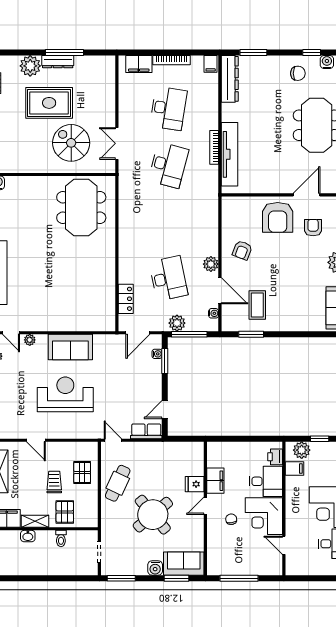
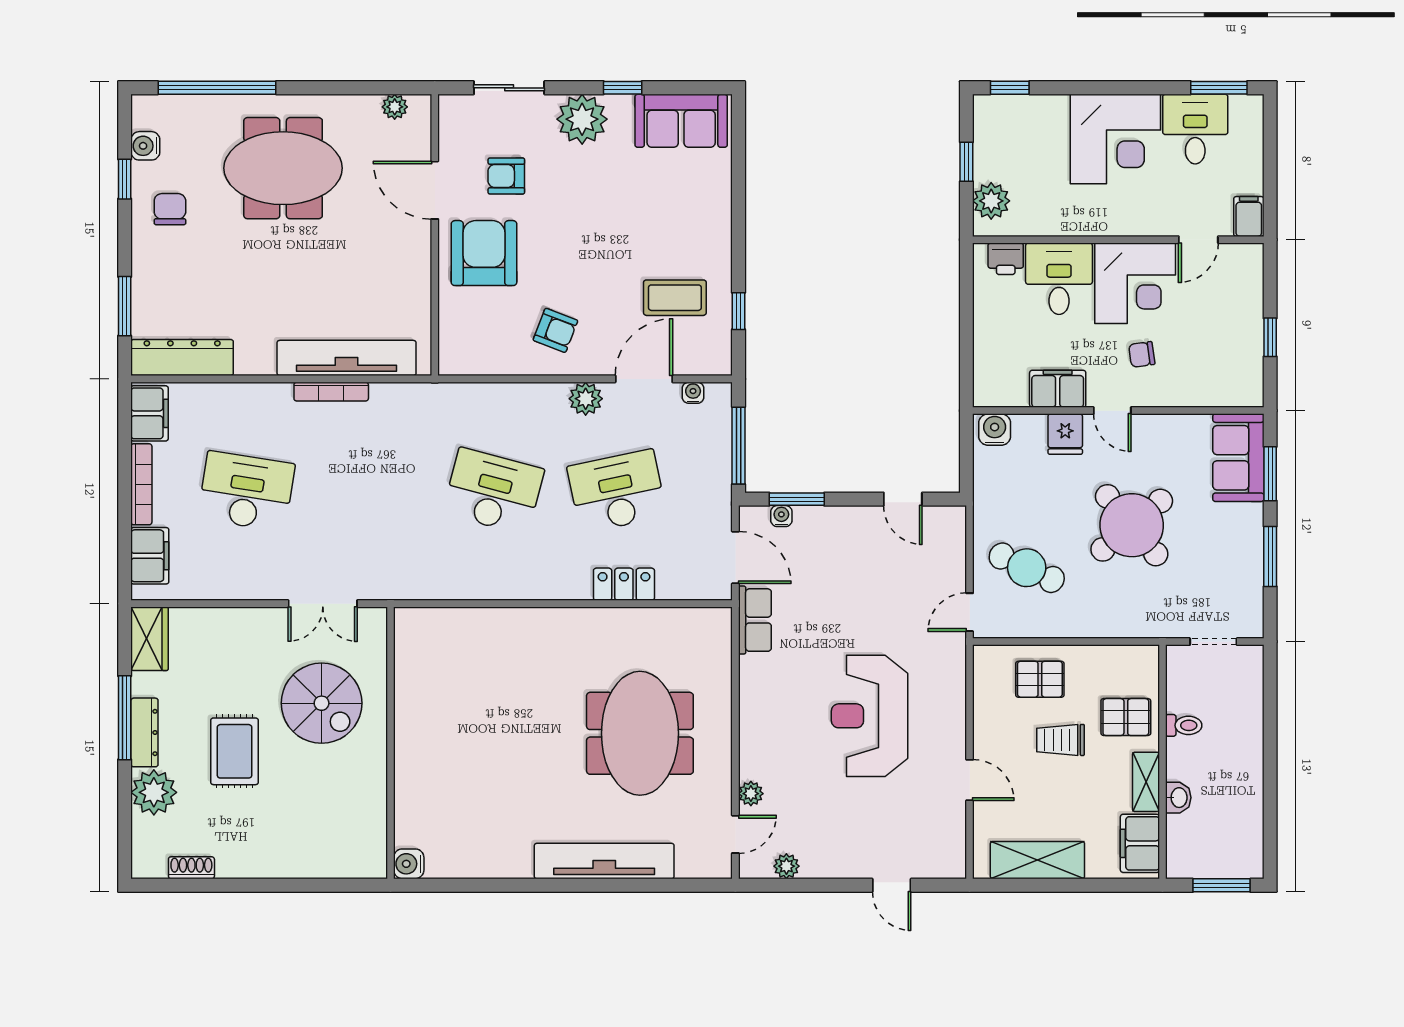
wardrobe: (101, 64) -> (150, 639), added
filing cabinet: (211, 64) -> (150, 413), width x2.00
rug: (49, 103) -> (235, 751), width x0.73, depth x0.70
spiral stairs: (71, 143) -> (322, 703), turned -90
desk: (168, 165) -> (493, 491), moved
meeting table: (81, 208) -> (640, 733), moved, turned 90
armchair: (278, 217) -> (484, 253), turned -90
locker: (126, 299) -> (624, 584), moved
plant: (177, 323) -> (714, 473), removed
window: (251, 334) -> (739, 311), width x0.67
sofa: (70, 347) -> (766, 705), removed
row of seats: (146, 431) -> (755, 620), moved, turned 180
door: (36, 440) -> (970, 780), hinge flipped
filing cabinet: (294, 469) -> (1249, 216), moved
cafe table: (118, 483) -> (1027, 568), moved
water cooler: (155, 568) -> (995, 430), moved, turned -90
window: (121, 578) -> (1270, 556), moved
window: (239, 578) -> (1270, 337), width x0.46

